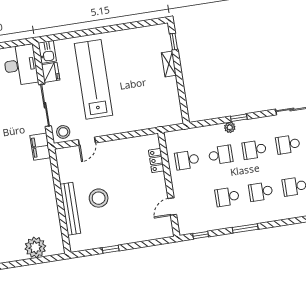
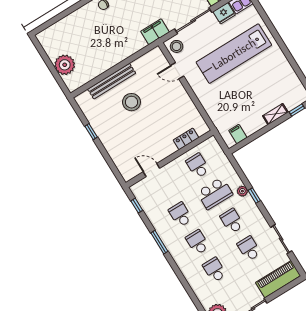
lab bench: (93, 79) -> (234, 54), turned 180
filing cabinet: (173, 108) -> (238, 134), added
school desk: (221, 155) -> (215, 193), width x1.85

